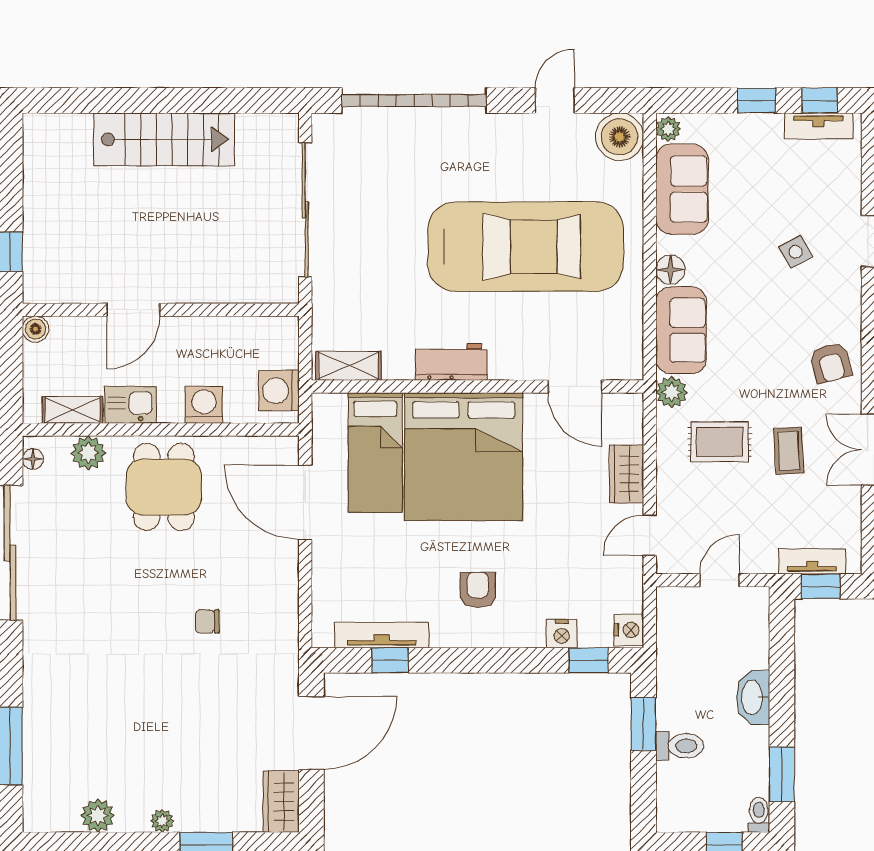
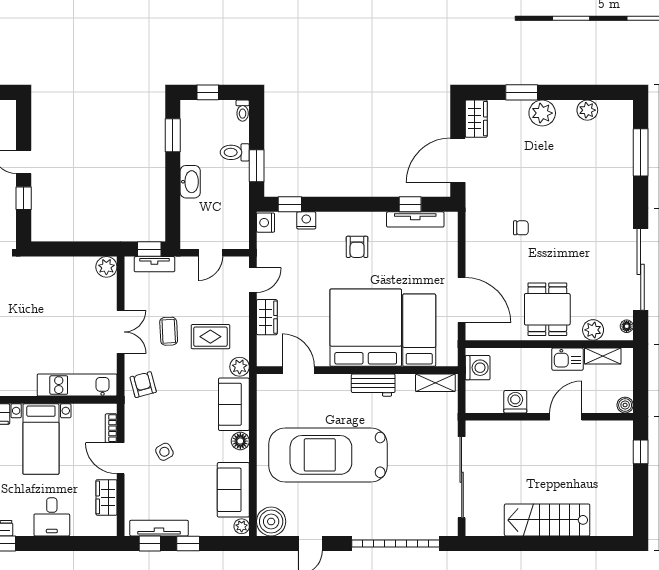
tv unit: (819, 126) -> (159, 528), width x1.41
washing machine: (204, 405) -> (515, 402), moved, turned 180
toilet: (759, 815) -> (243, 111), moved
plant: (162, 821) -> (542, 113), width x1.87, depth x1.87

